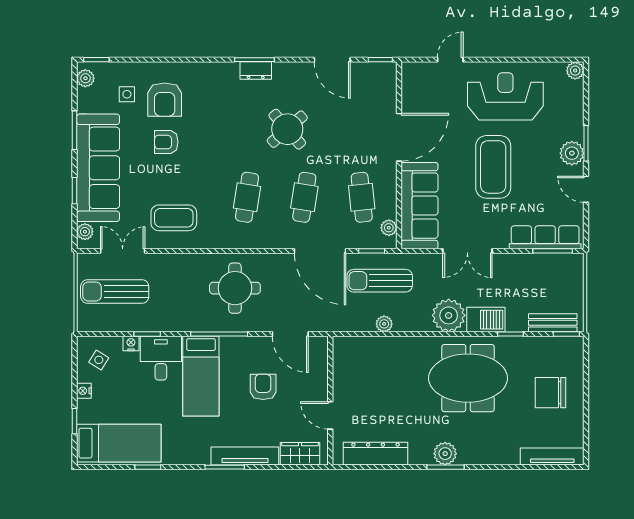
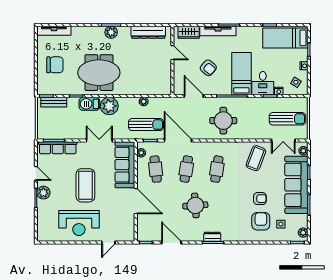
plant: (575, 71) -> (42, 237), removed
round table: (287, 129) -> (195, 205), turned 37
door: (399, 137) -> (136, 201), swing flipped
coffee table: (174, 218) -> (256, 158), turned -69
armchair: (263, 387) -> (208, 68), turned -50

